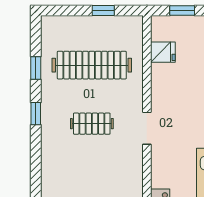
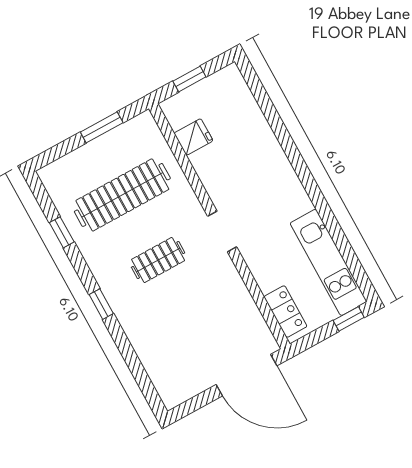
window: (103, 11) -> (102, 127), width x1.50
window: (36, 114) -> (101, 304), moved

